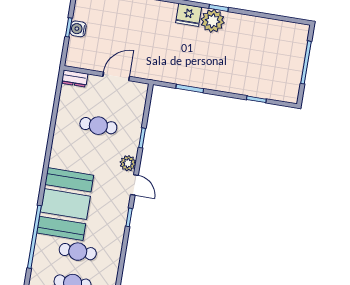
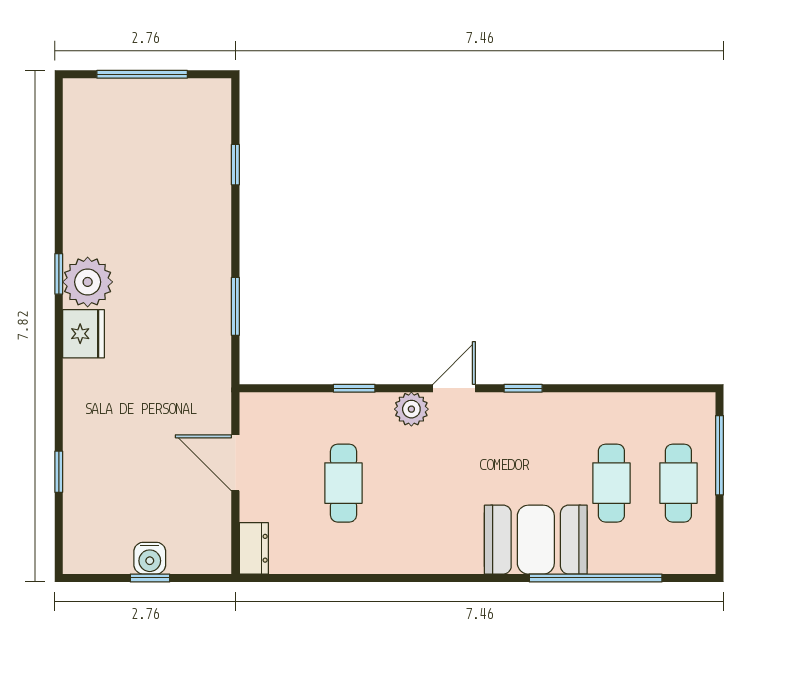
booth: (65, 204) -> (536, 540), width x0.73, depth x0.70

